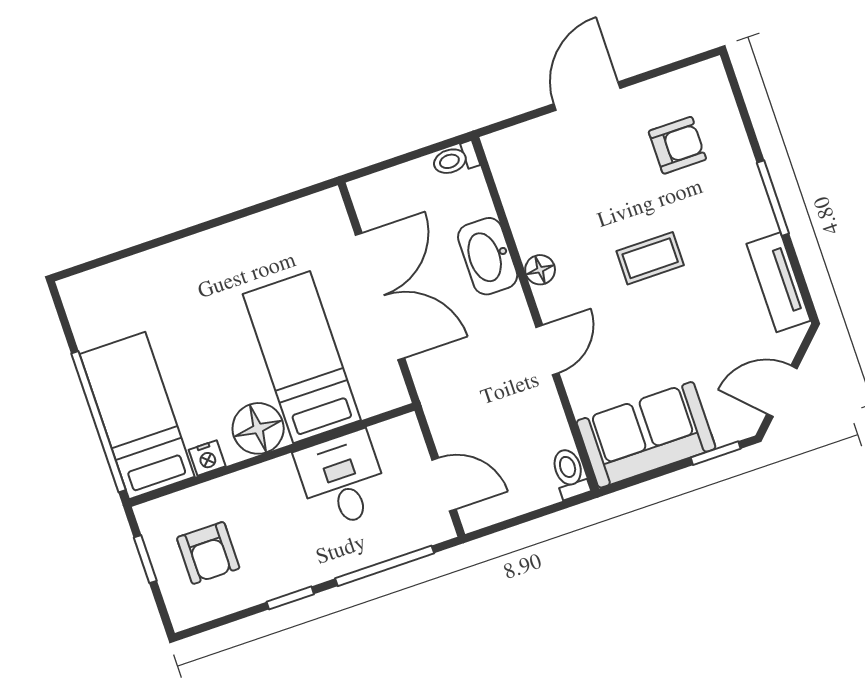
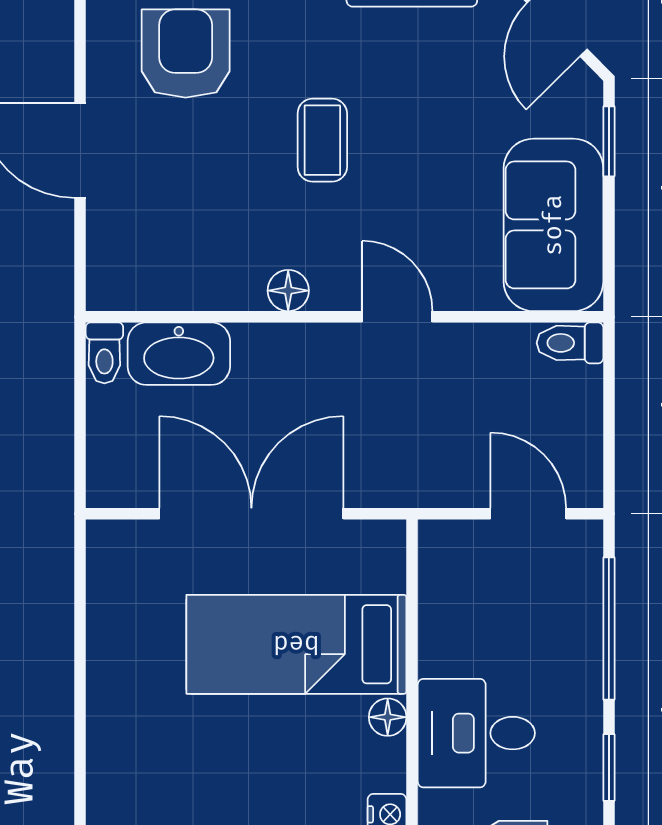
armchair: (677, 145) -> (186, 53), width x1.38, depth x1.38
washbasin: (488, 256) -> (179, 354), moved
floor lamp: (258, 428) -> (388, 717), width x0.53, depth x0.53
desk: (342, 480) -> (476, 733), moved
door: (444, 484) -> (528, 514), hinge flipped

